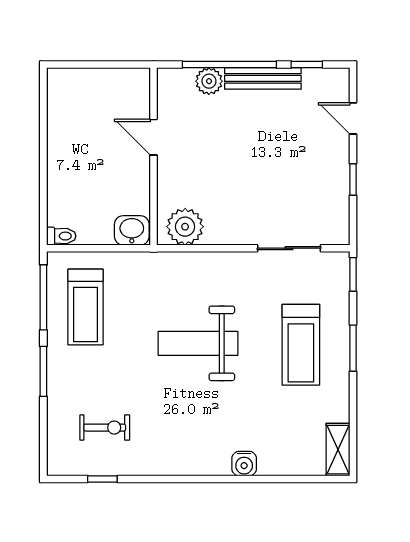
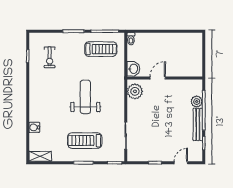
door: (154, 137) -> (158, 78), moved
treadmill: (85, 307) -> (101, 49), turned 180
water cooler: (244, 464) -> (34, 127), moved

